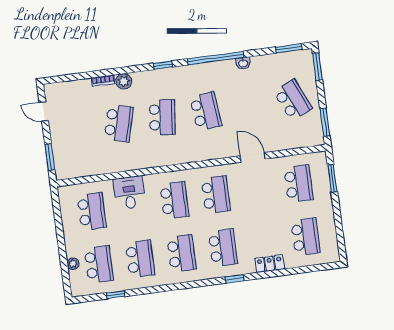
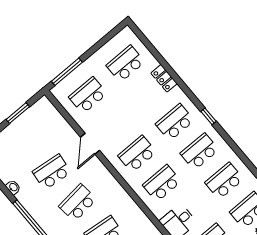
washbasin: (243, 63) -> (13, 187), moved
school desk: (293, 100) -> (52, 172), moved, turned 30
window: (325, 122) -> (18, 113), moved
window: (332, 178) -> (67, 72), width x1.44
window: (235, 279) -> (208, 116), moved

